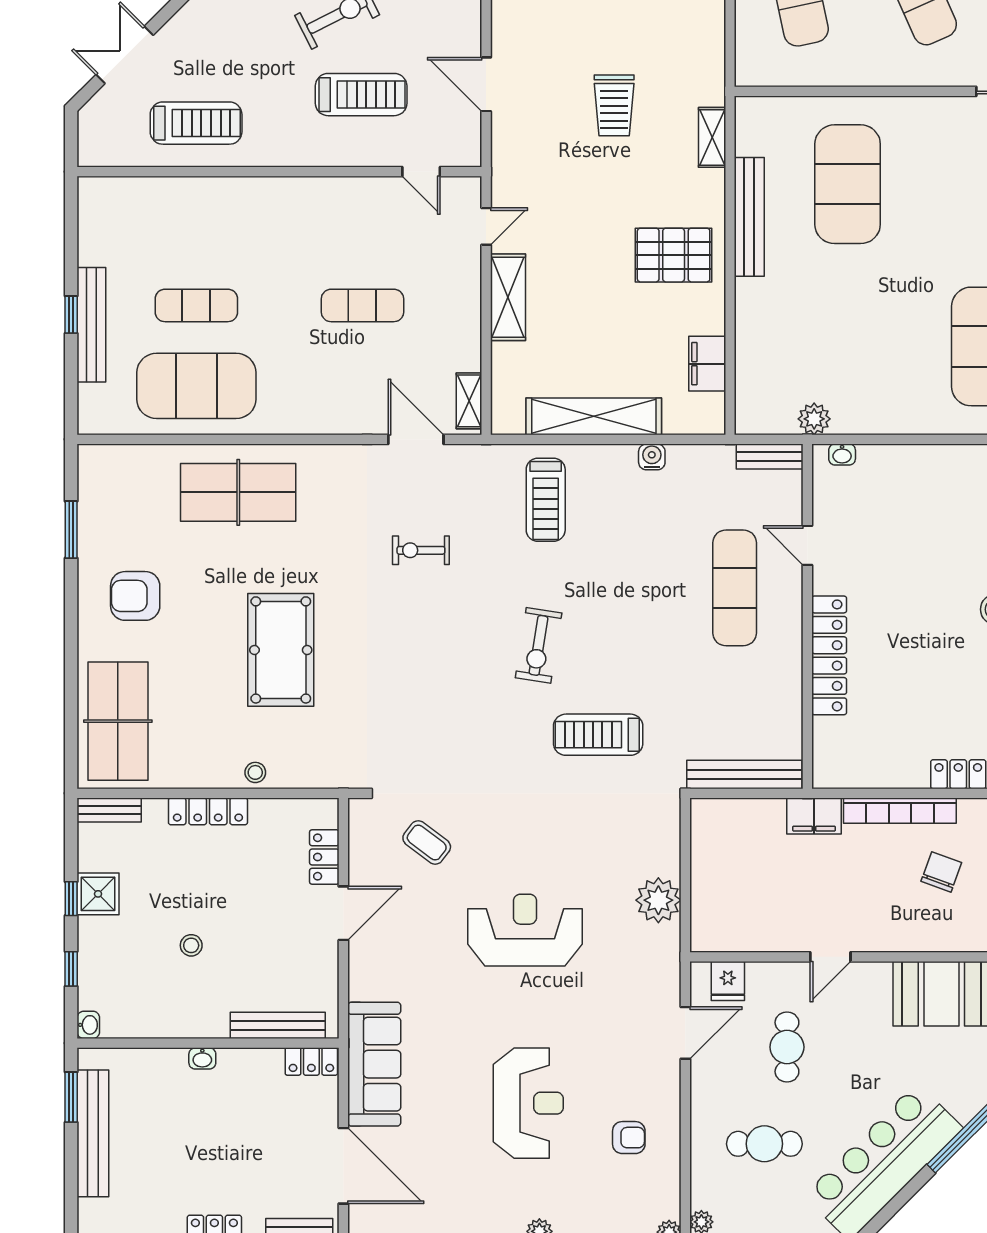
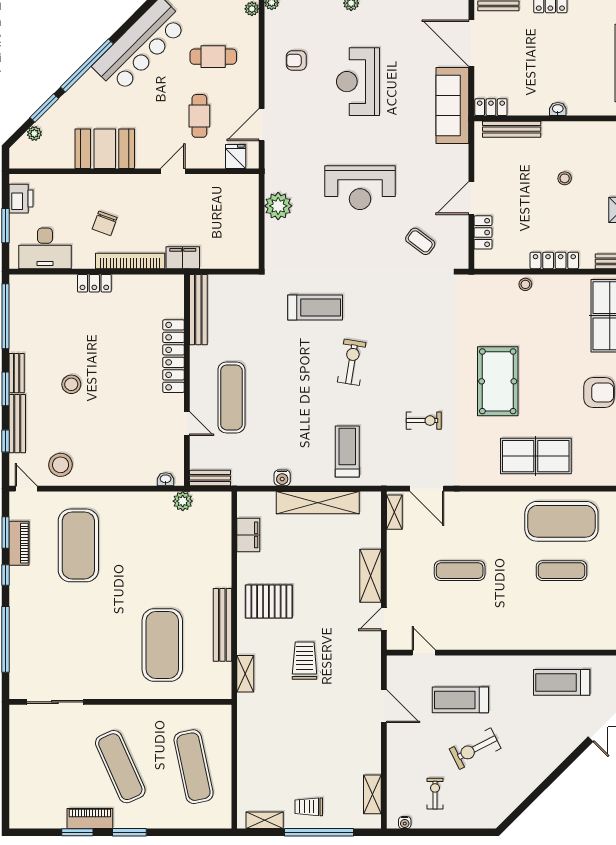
trolley: (614, 105) -> (305, 661), moved
pool table: (281, 650) -> (498, 381), moved
bench: (744, 775) -> (198, 310), moved, turned 90

